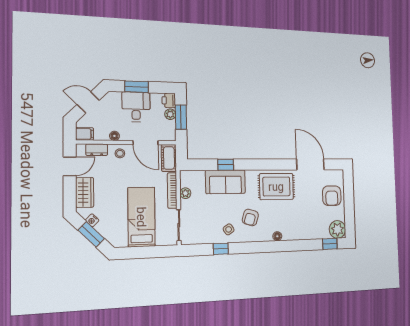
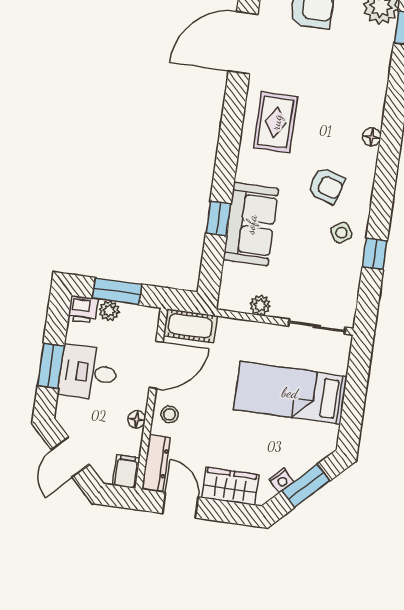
dresser: (97, 150) -> (156, 463), width x1.44
rug: (276, 187) -> (276, 122), width x0.73, depth x0.70
bookcase: (172, 191) -> (251, 329), removed

